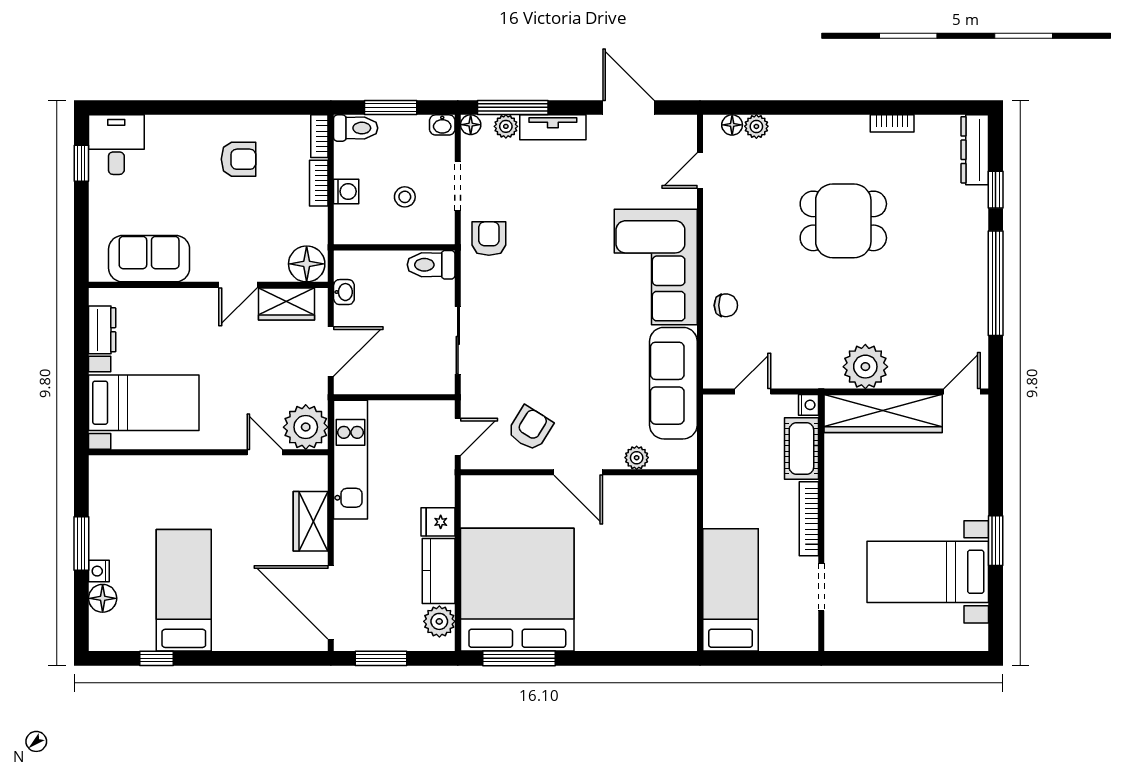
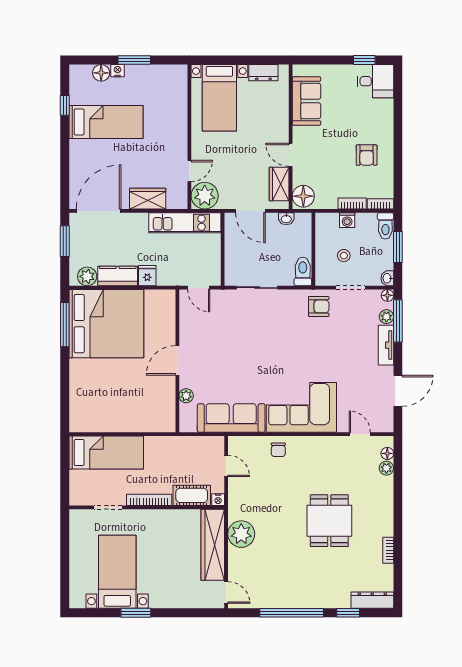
armchair: (530, 428) -> (204, 331), removed

